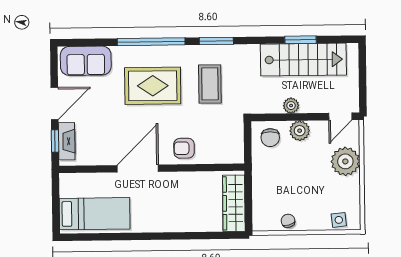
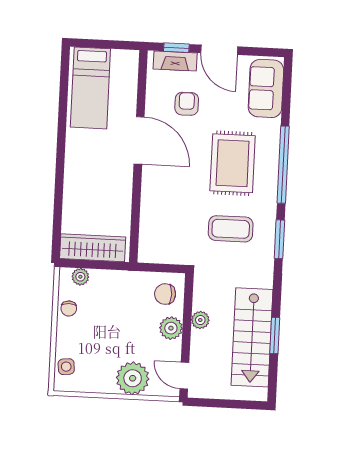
armchair: (184, 148) -> (187, 104), moved
plant: (260, 212) -> (80, 277), added
chair: (288, 221) -> (69, 309), turned 106

